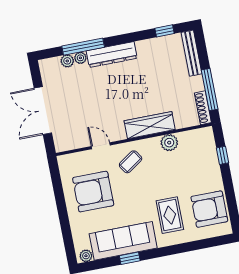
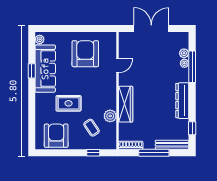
dresser: (112, 55) -> (182, 101), moved
window: (210, 90) -> (154, 153), moved
coffee table: (131, 162) -> (92, 128), moved
rug: (170, 215) -> (69, 103), moved

